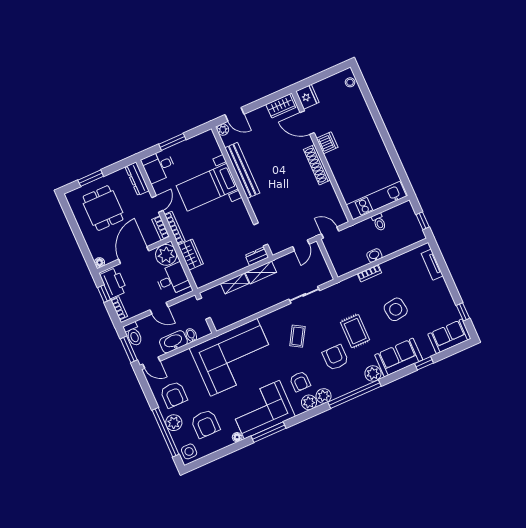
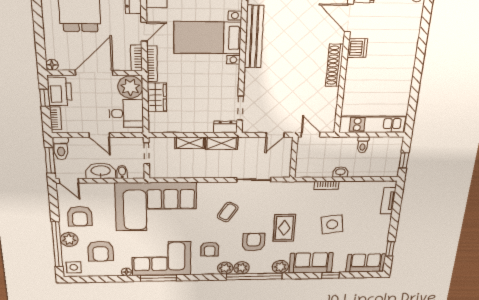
plant: (309, 402) -> (242, 268), moved

